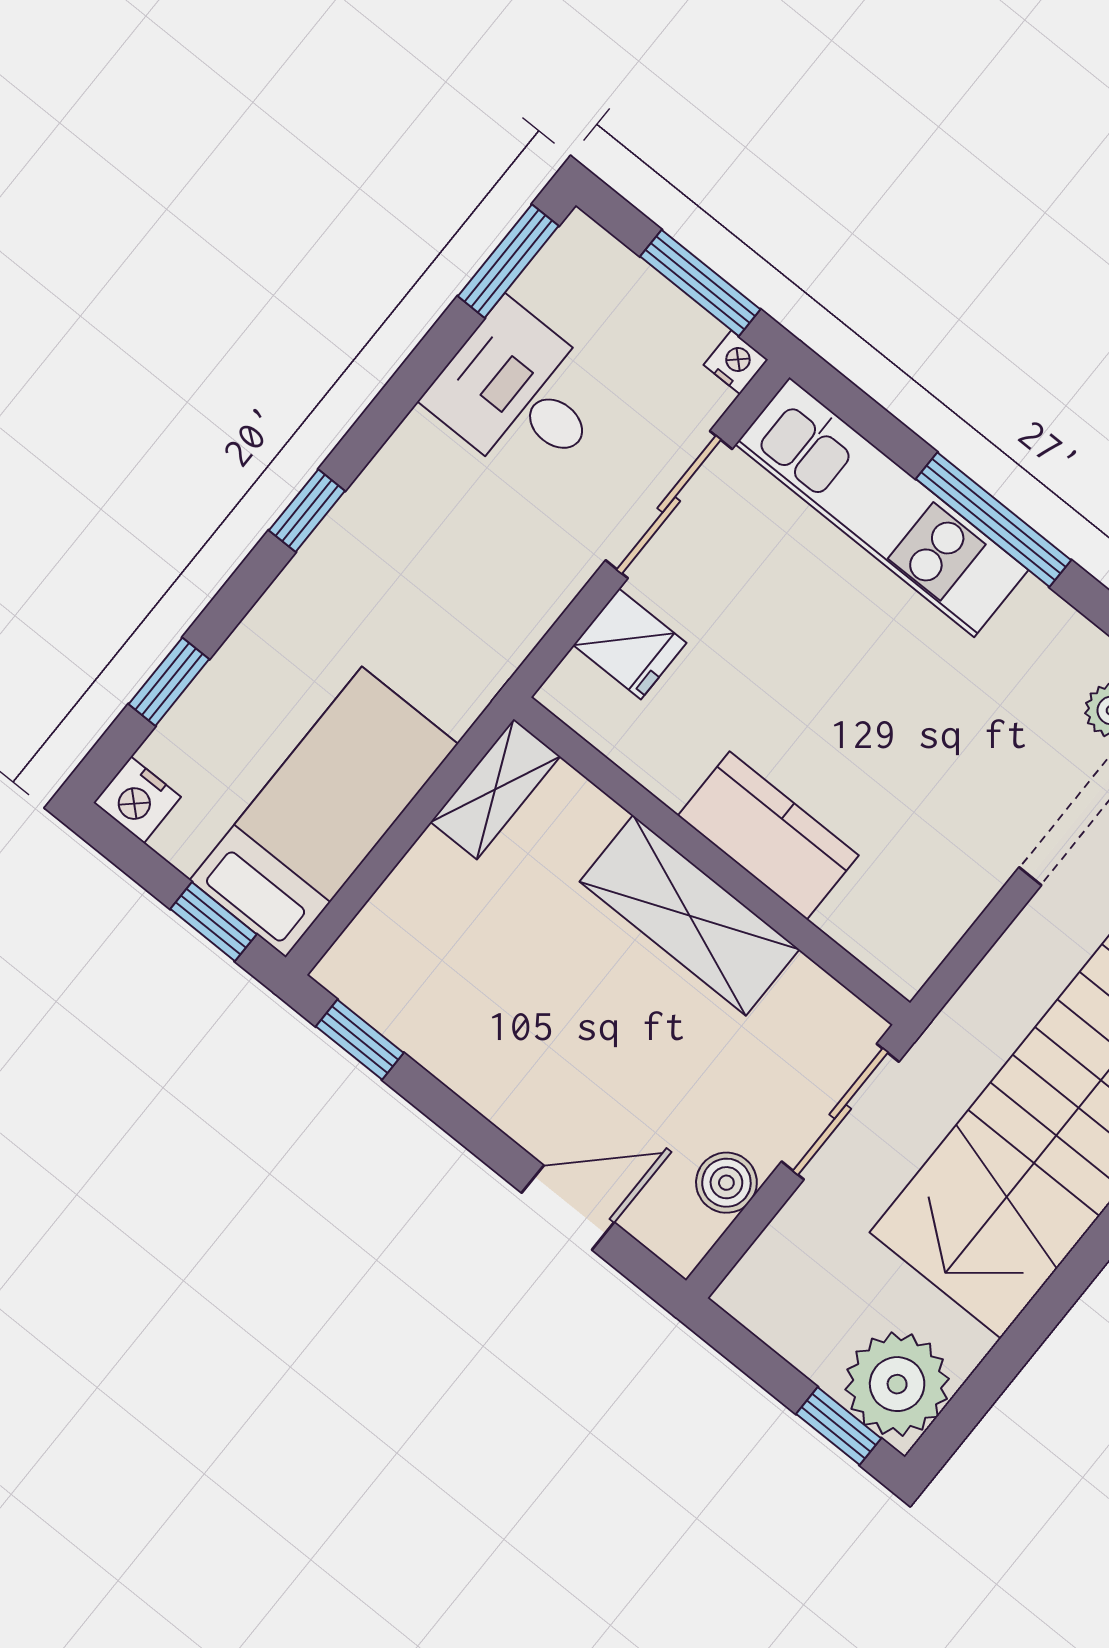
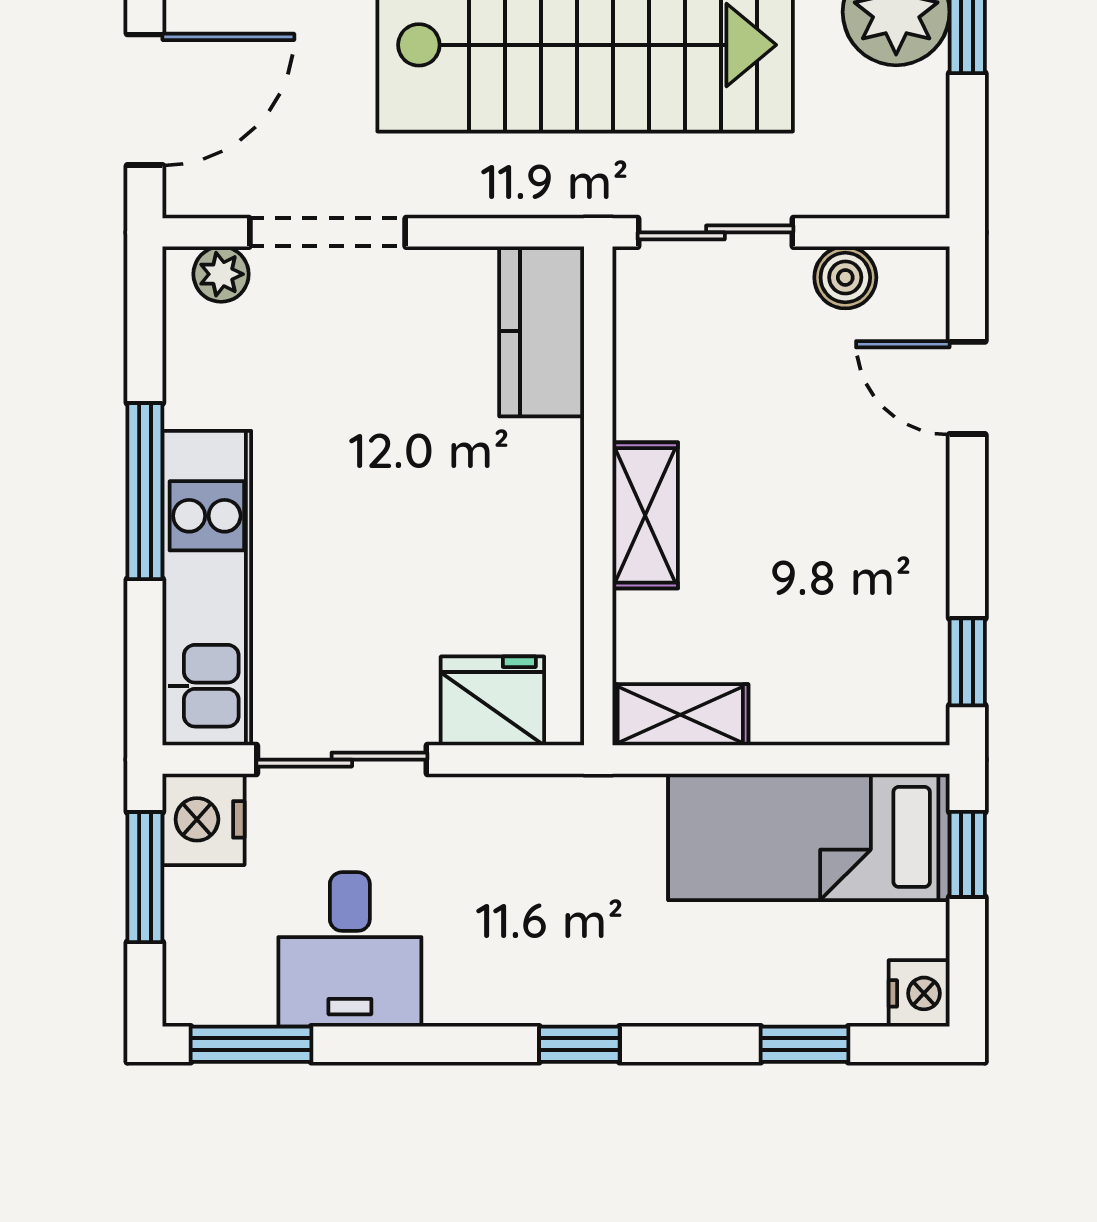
nightstand: (736, 362) -> (204, 819), width x1.89, depth x1.79
fridge: (630, 644) -> (492, 701), width x1.38
kitchen counter: (768, 836) -> (542, 331), moved
shelving: (689, 915) -> (645, 515), width x0.67, depth x0.75

